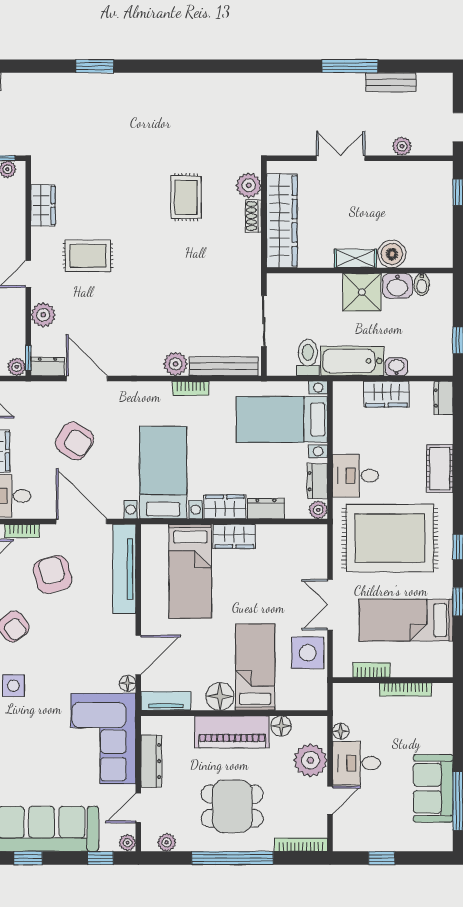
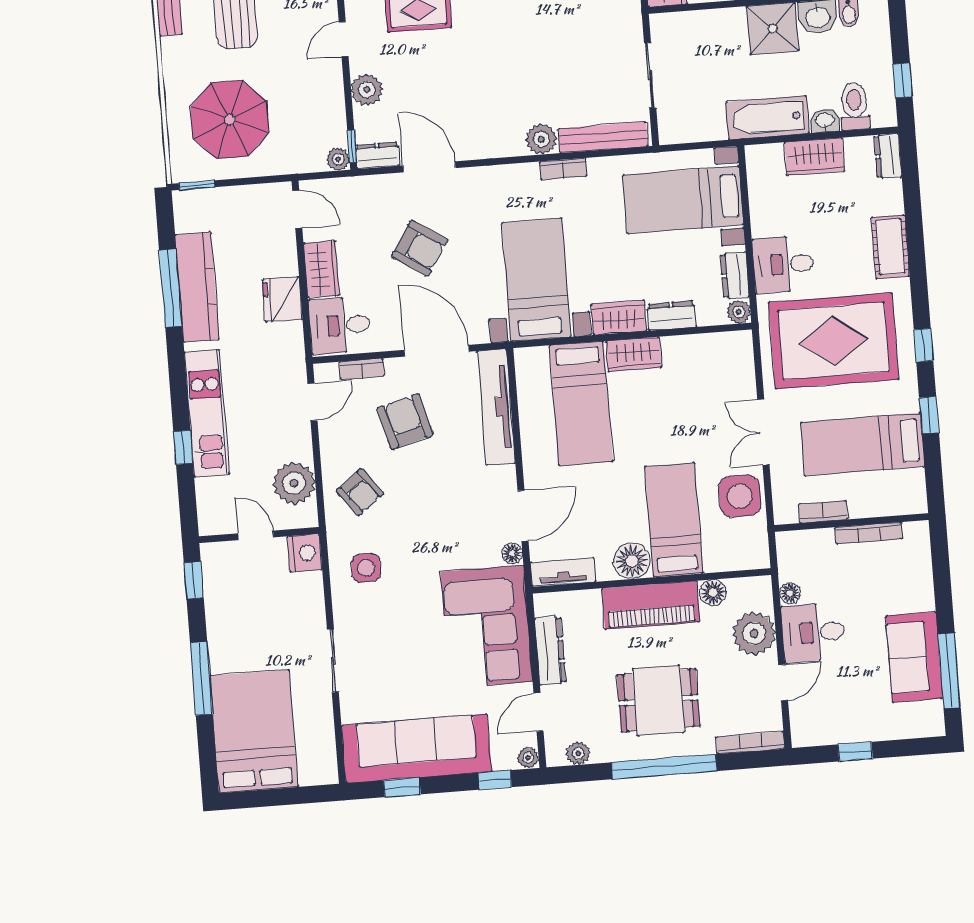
toilet: (308, 357) -> (854, 106), moved

